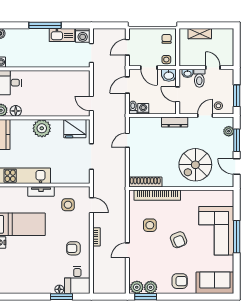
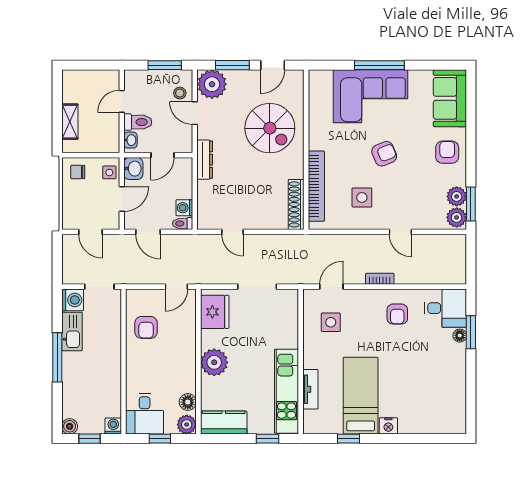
armchair: (65, 84) -> (146, 327), added
plant: (229, 131) -> (212, 84), width x1.88, depth x1.88
tv unit: (41, 191) -> (310, 389), moved

